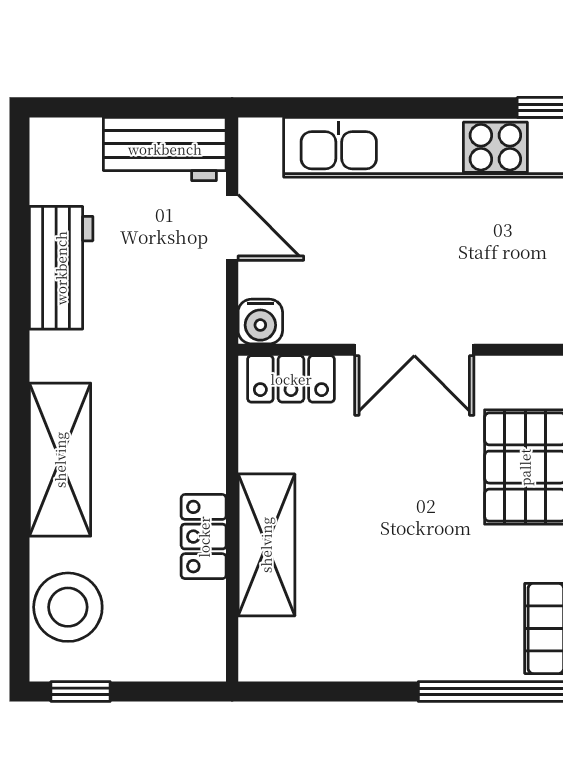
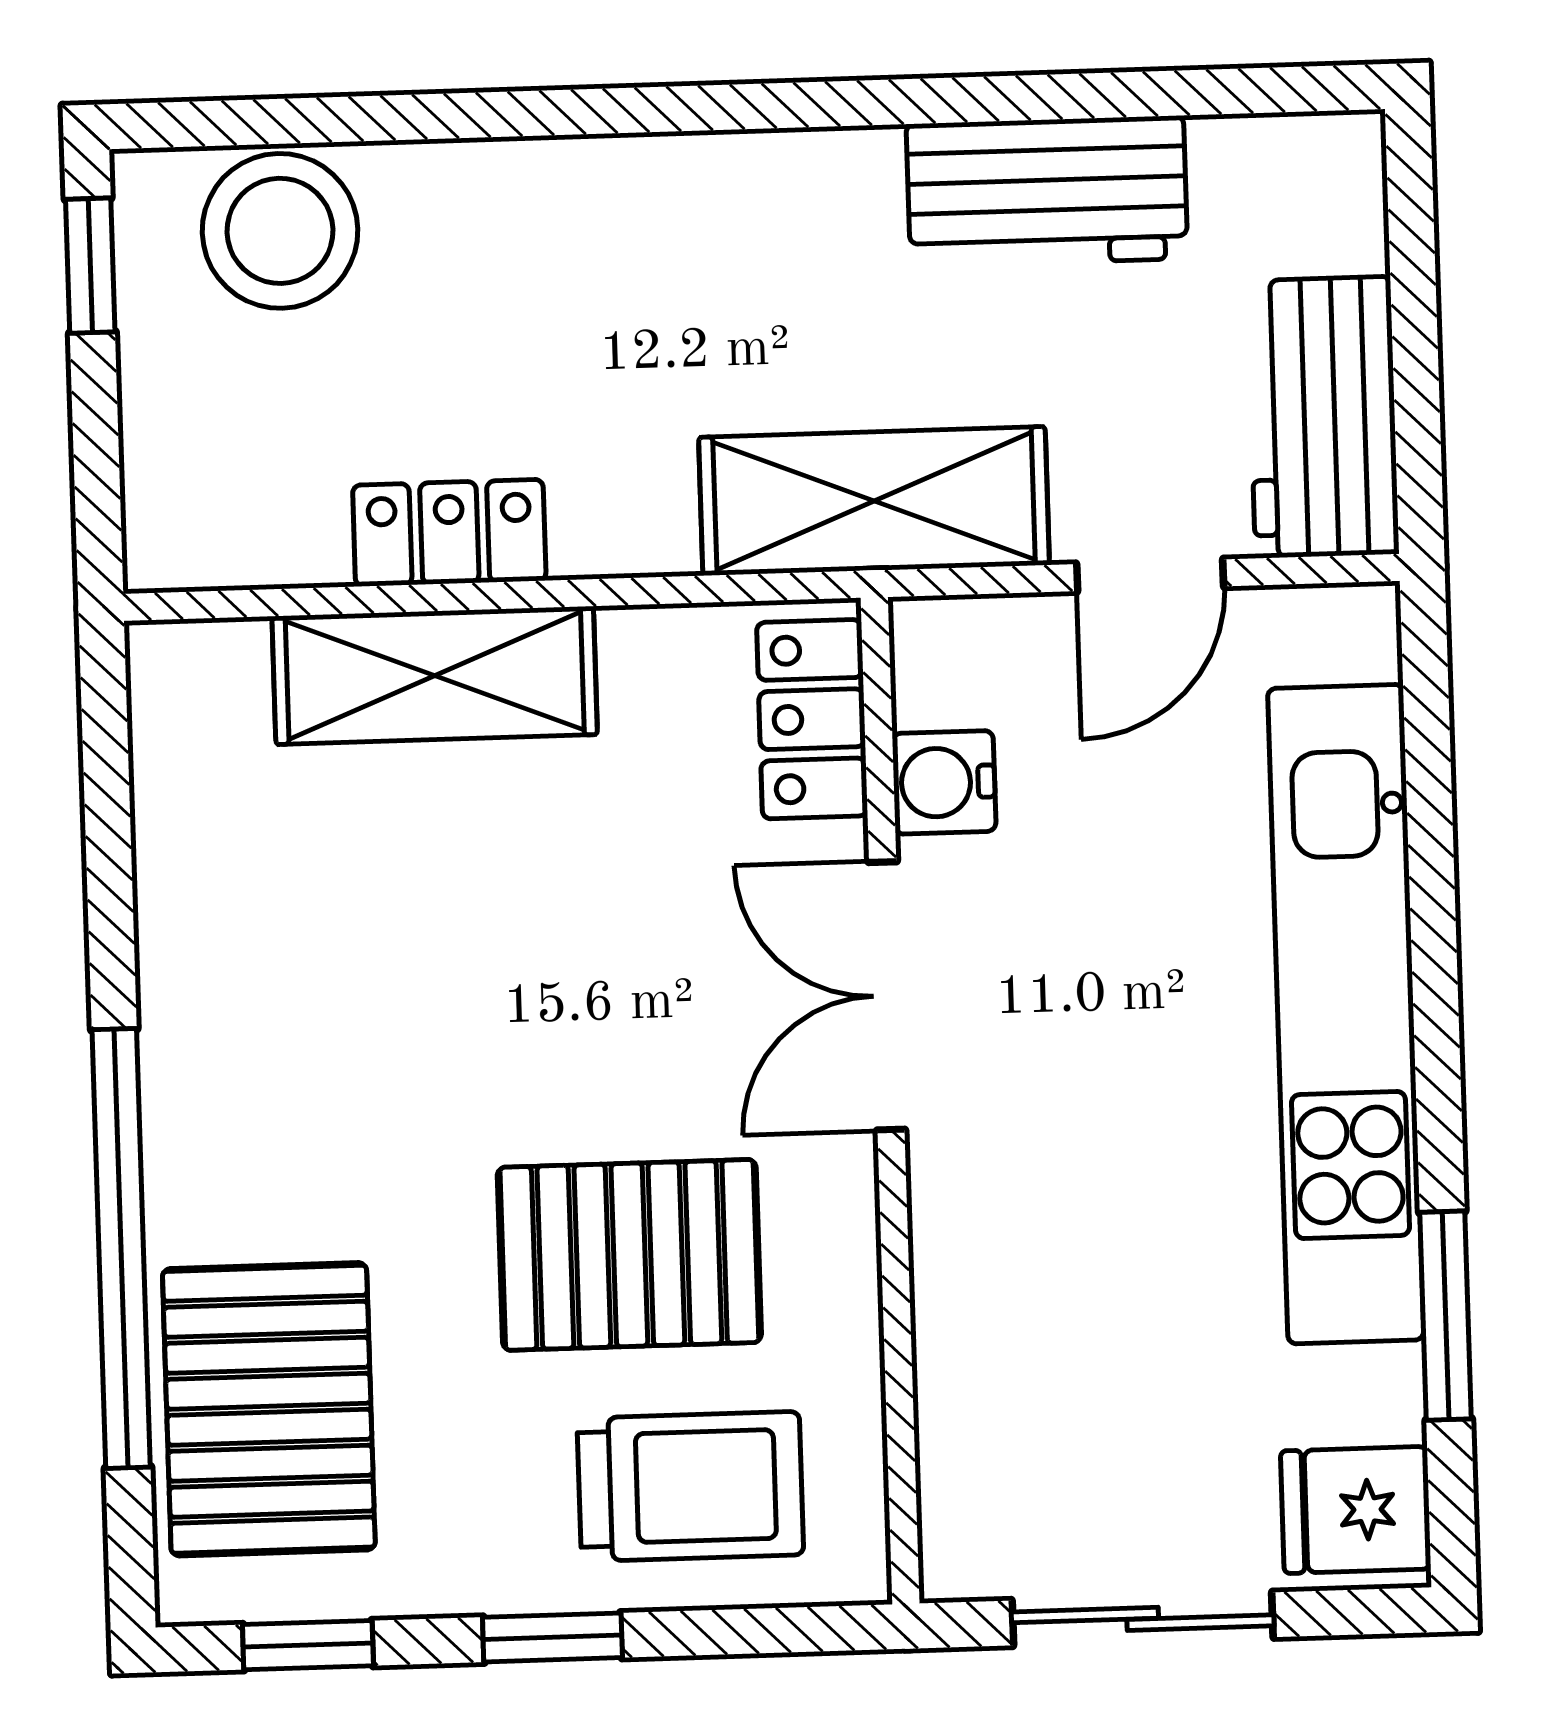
water cooler: (260, 321) -> (944, 782), moved
shelving: (60, 460) -> (874, 501), moved

